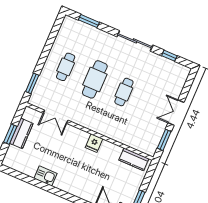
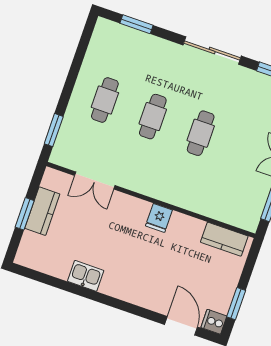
cafe table: (95, 79) -> (153, 117), width x0.73, depth x0.74

